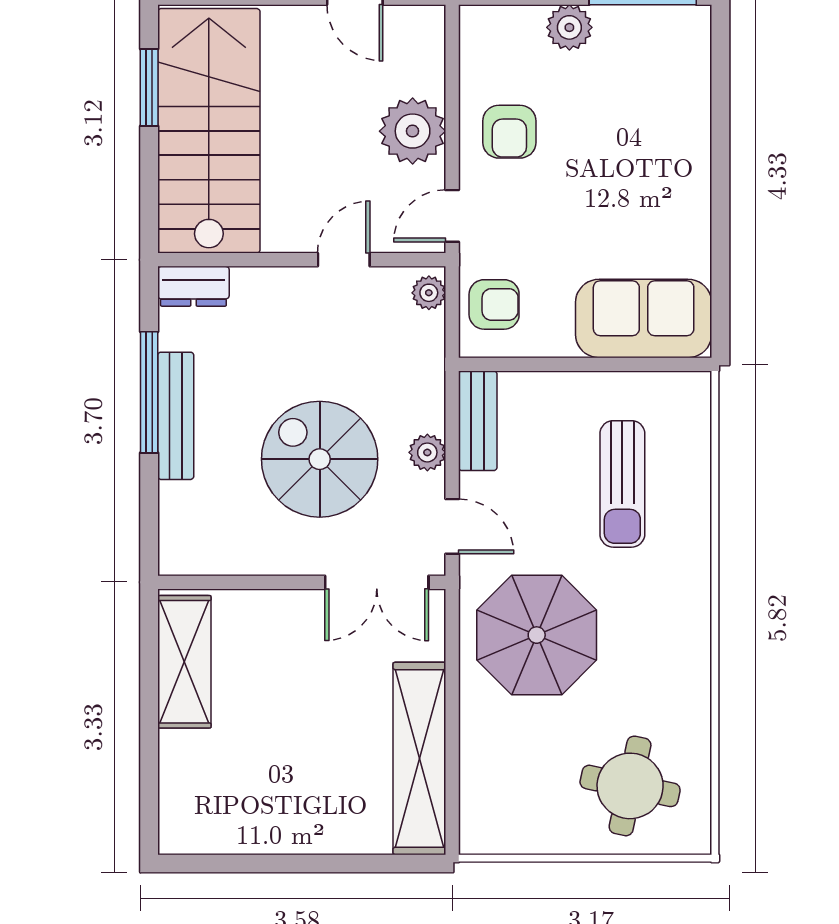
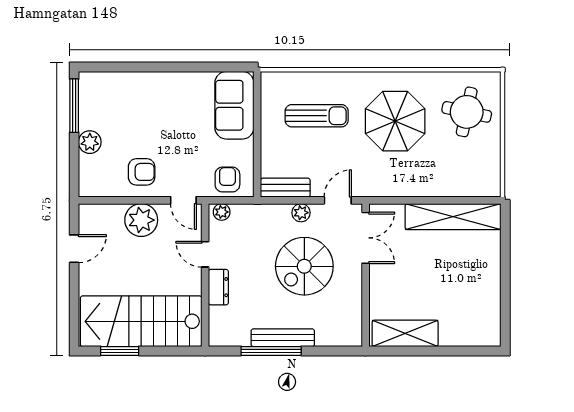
dresser: (193, 286) -> (218, 287), moved
parasol: (537, 635) -> (395, 121), moved

